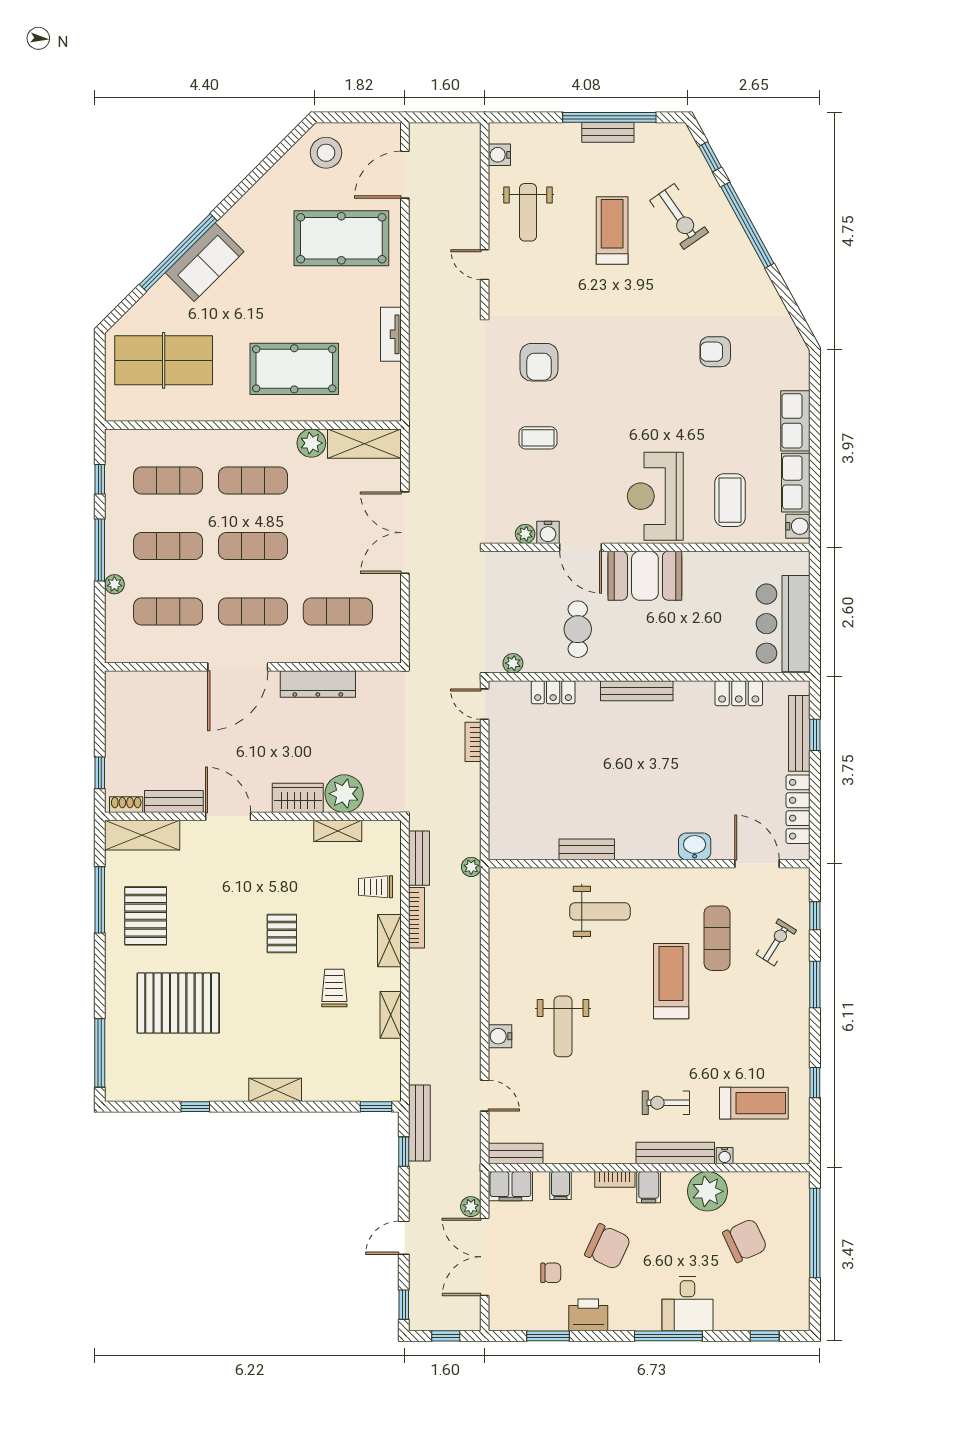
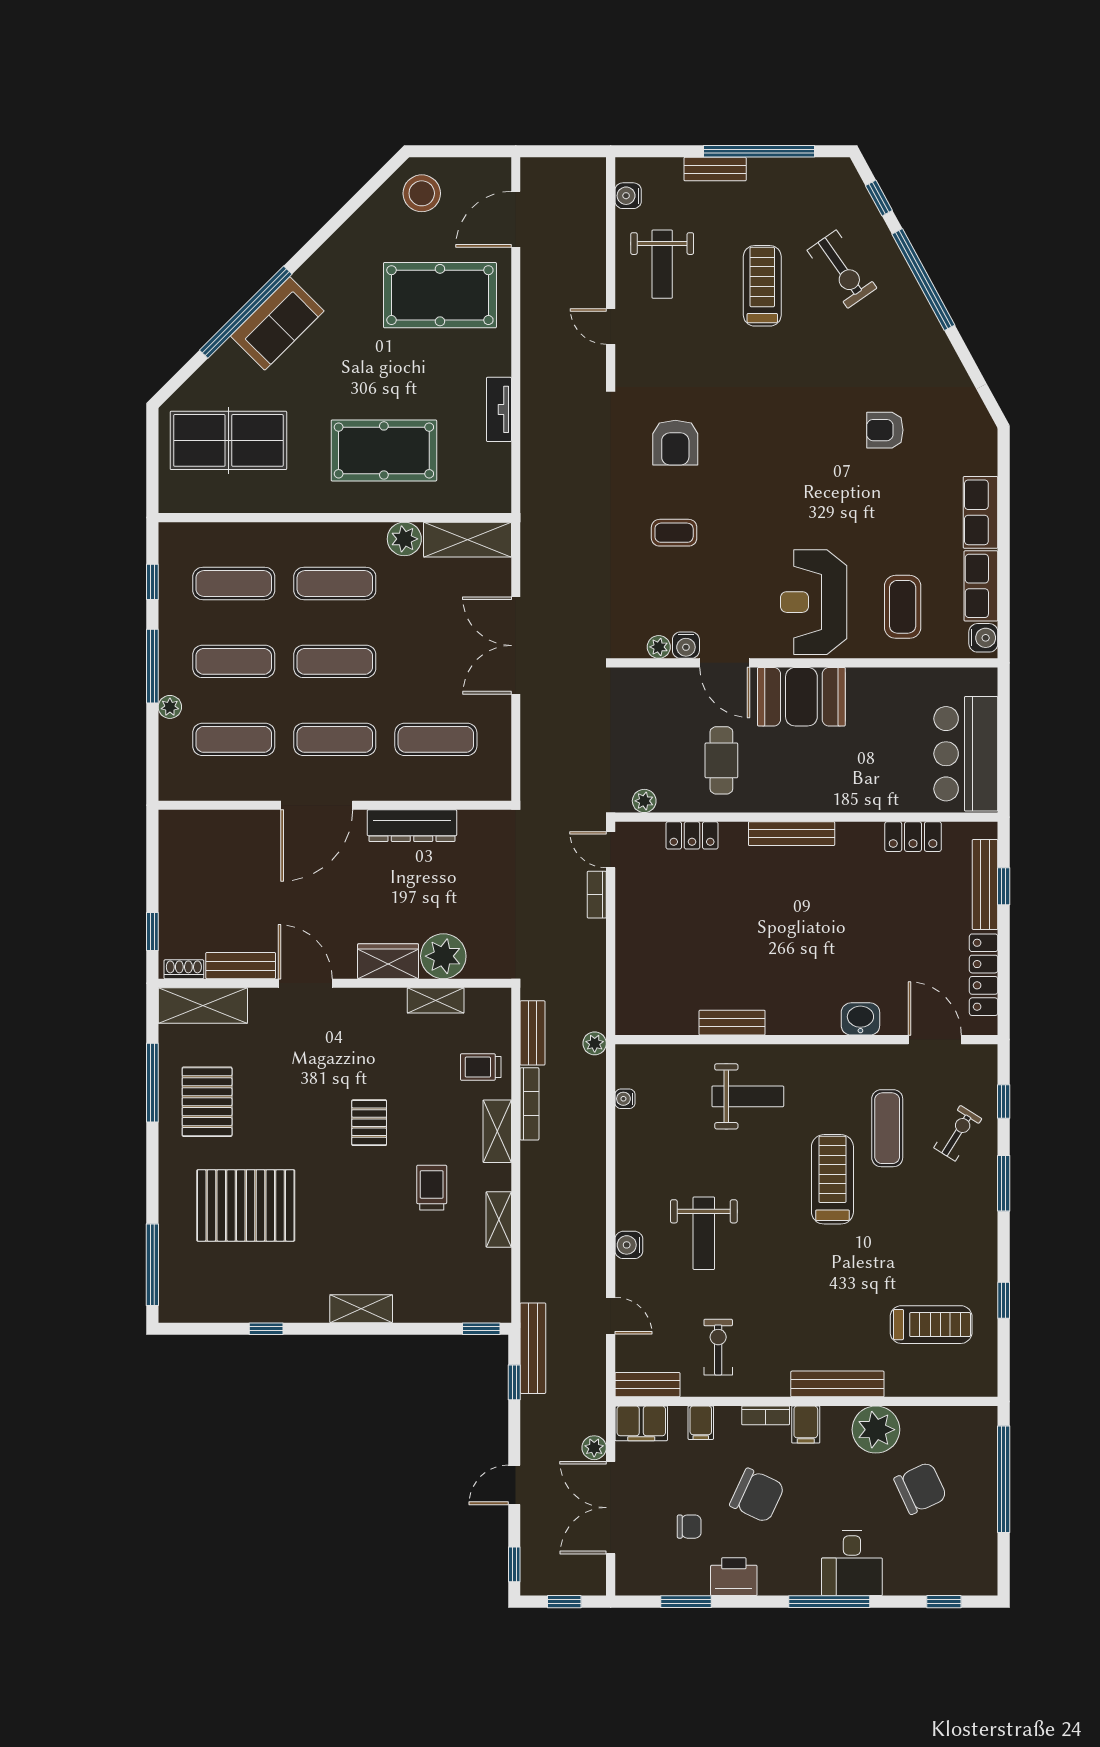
bench: (608, 132) -> (715, 169), moved
exercise bike: (666, 1103) -> (718, 1347), moved, turned 90
water cooler: (725, 1156) -> (625, 1099), moved, turned 90

